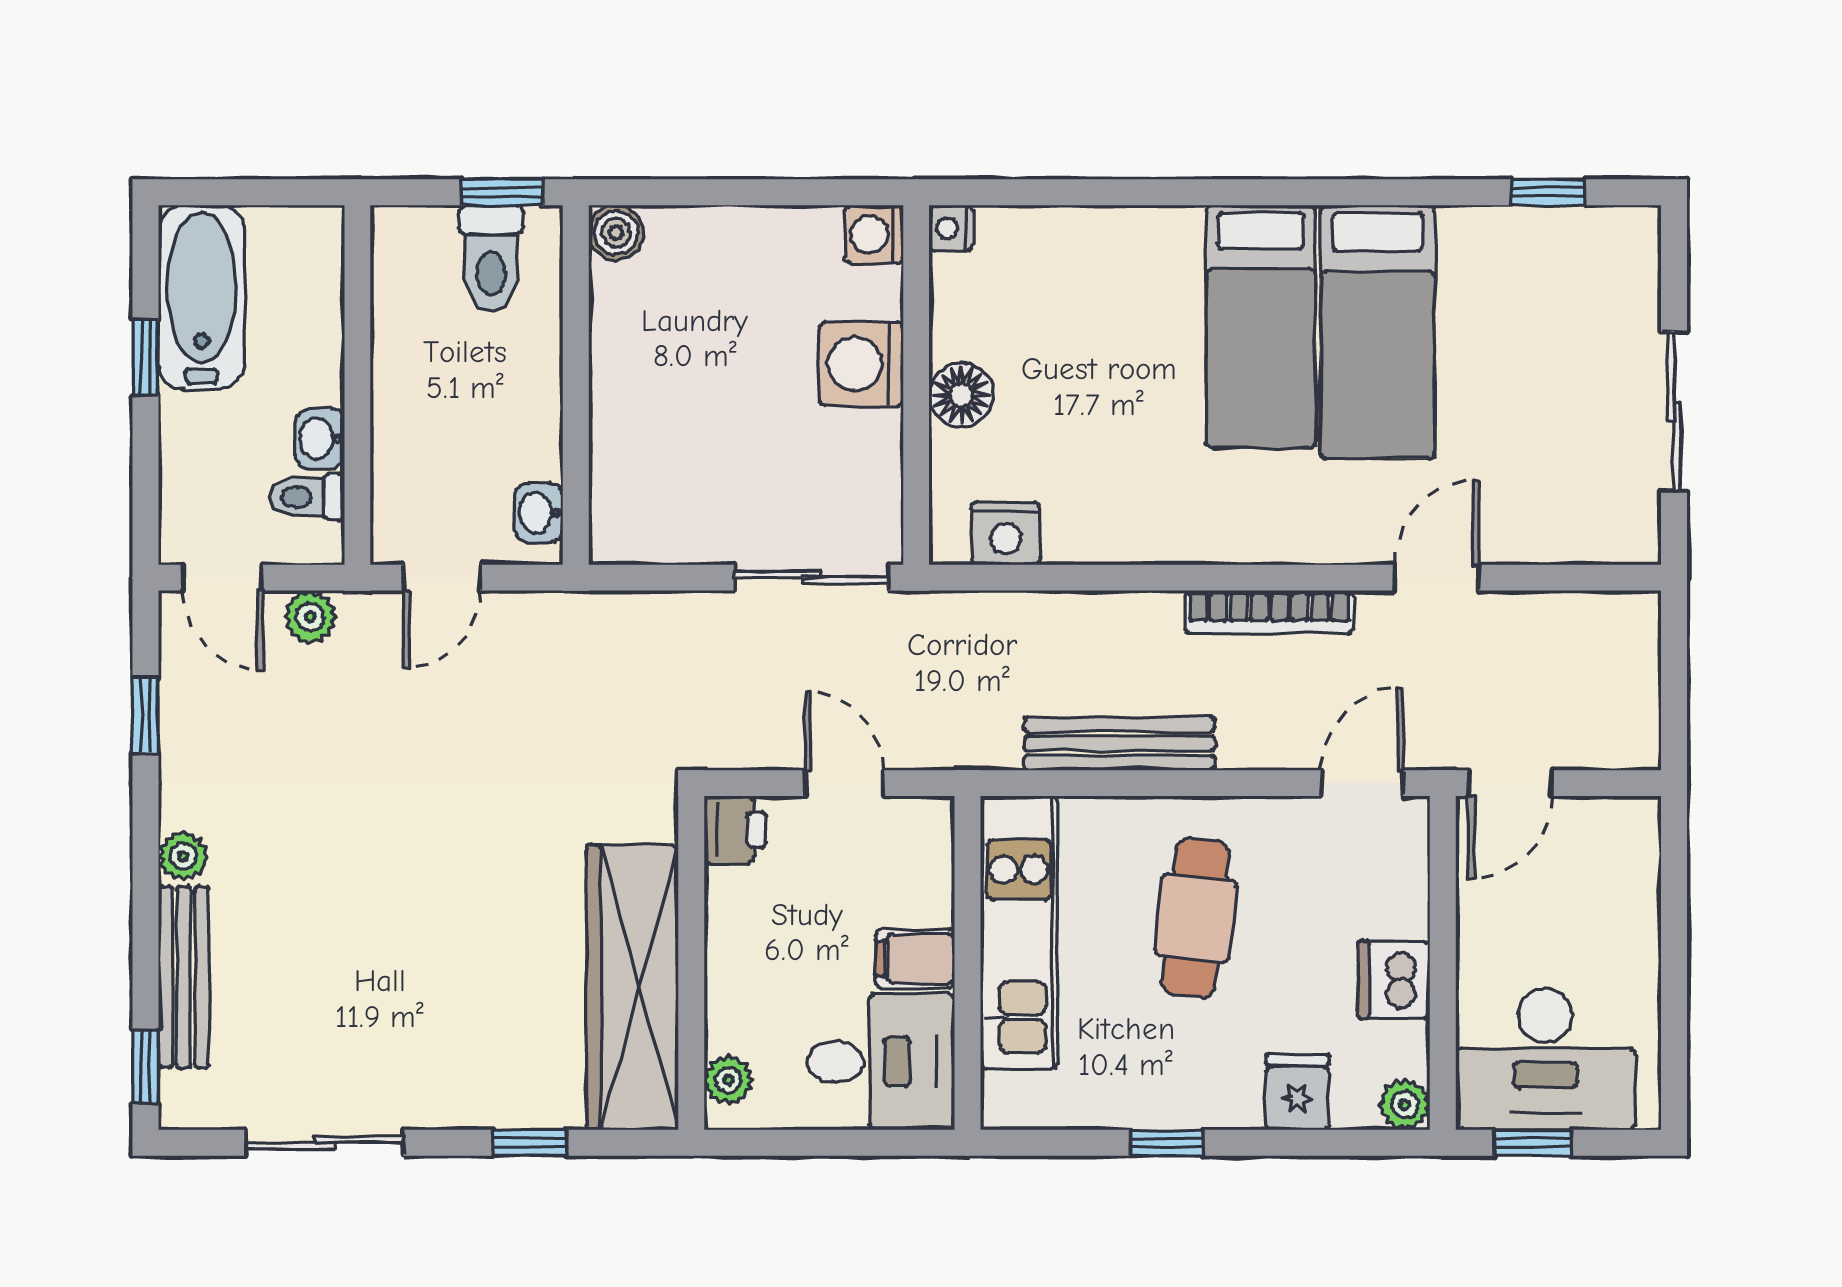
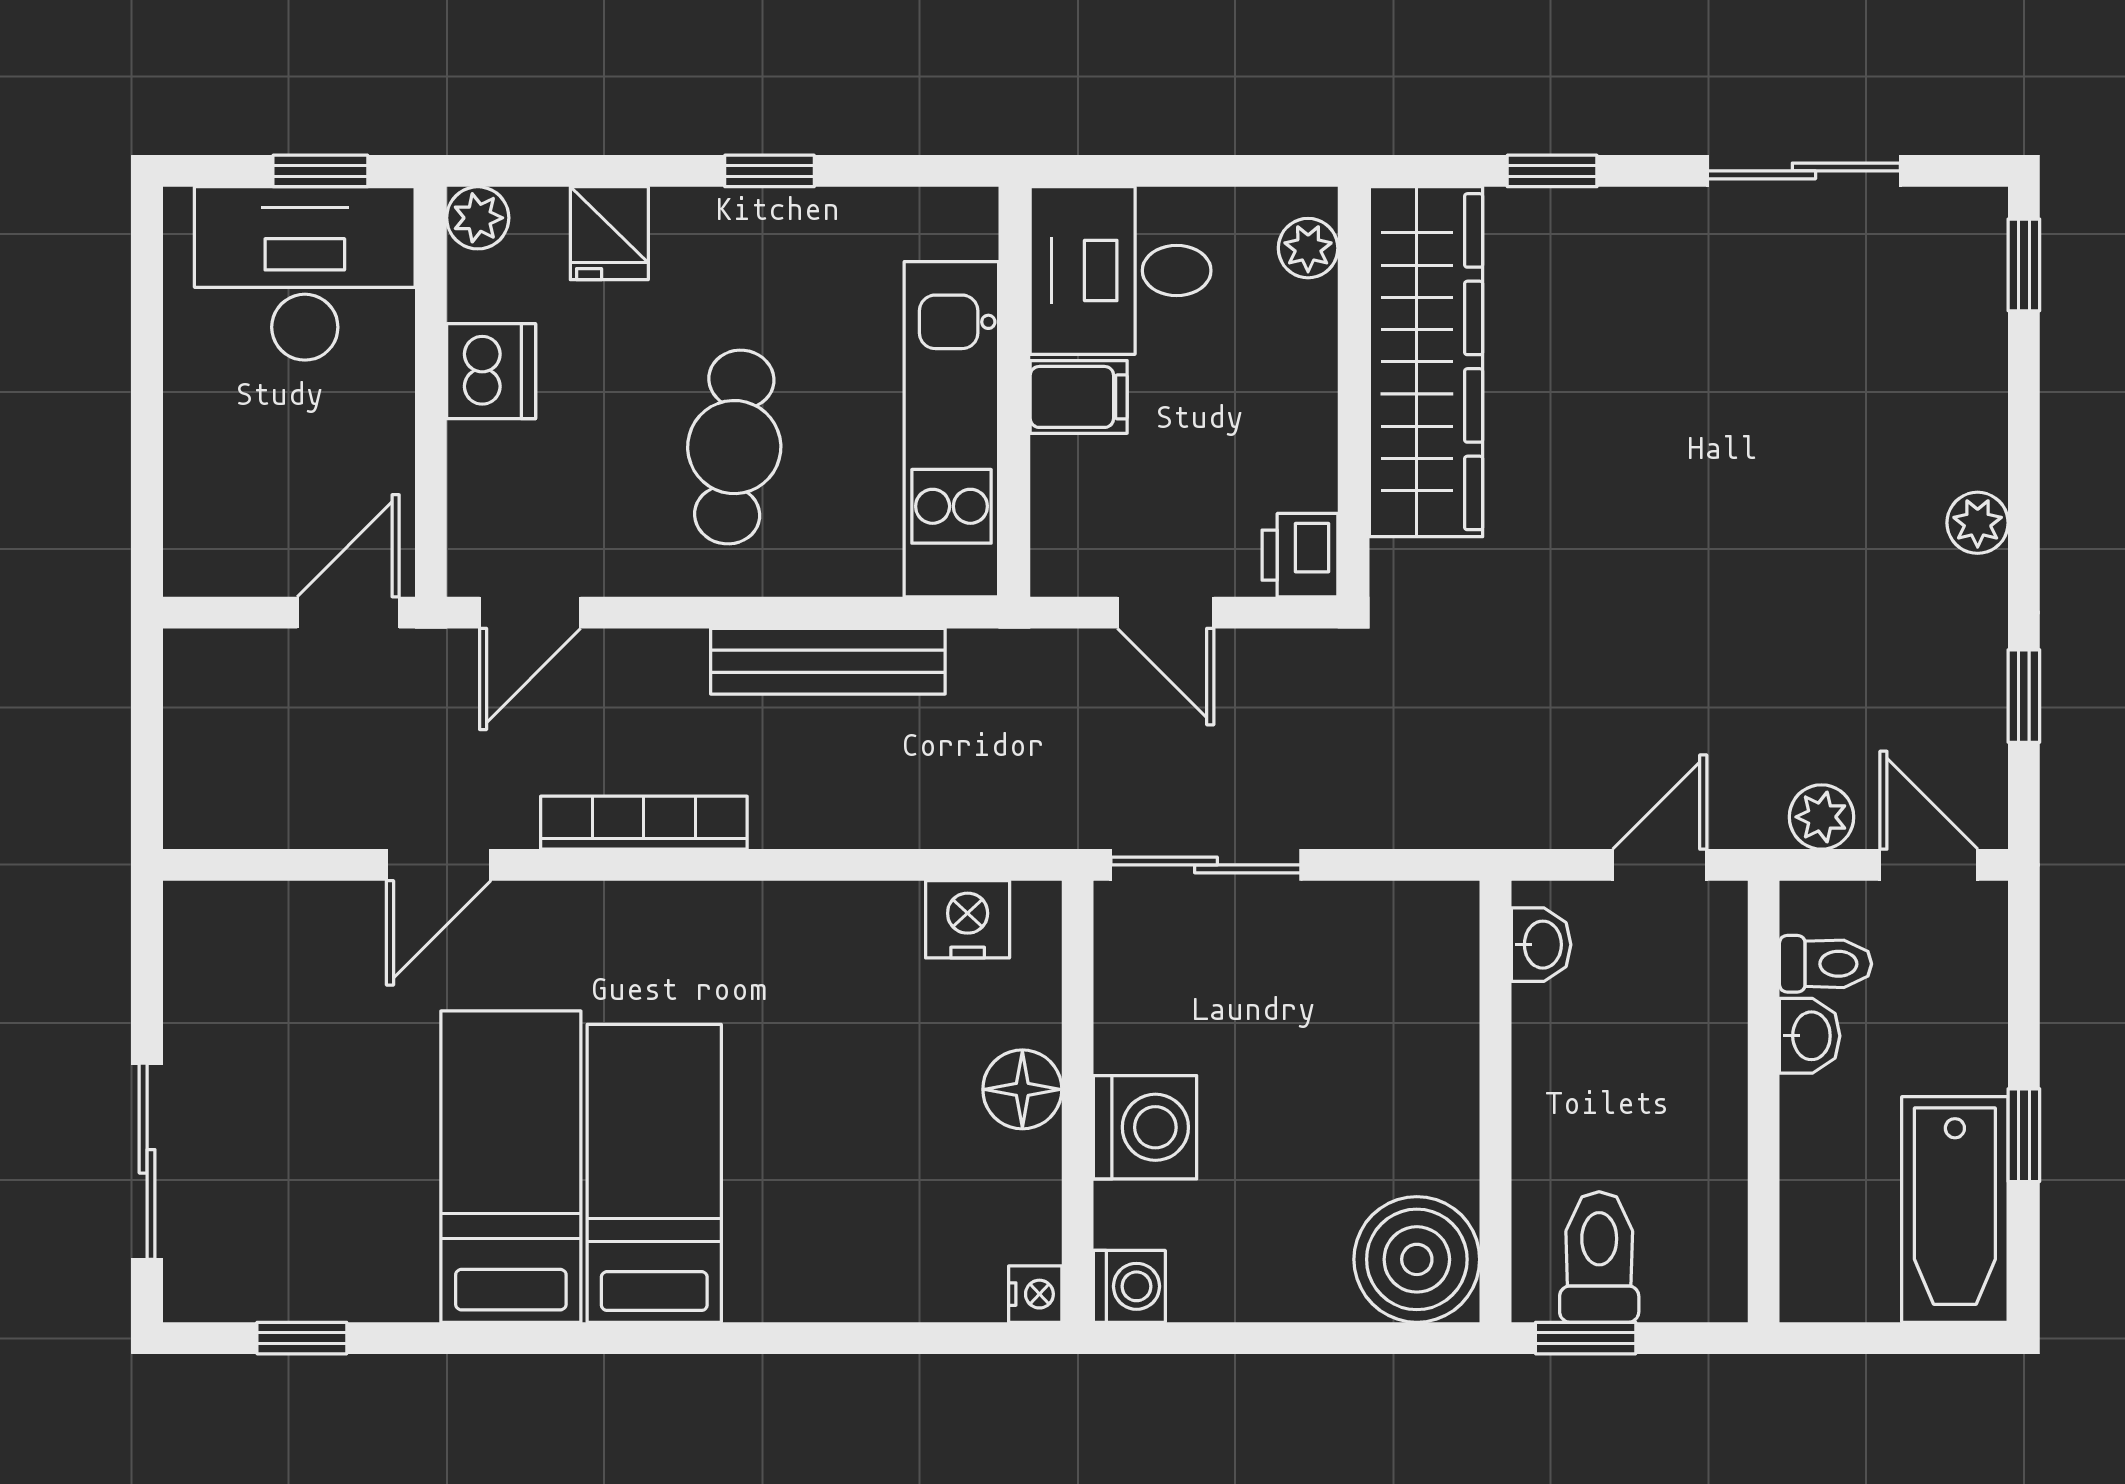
boiler: (616, 233) -> (1417, 1259), width x1.86, depth x1.86
sliding door: (1674, 411) -> (147, 1161), moved
bench: (184, 977) -> (1977, 374), removed

